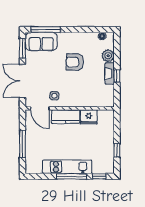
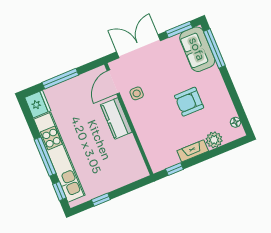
armchair: (75, 62) -> (189, 102), turned -90
window: (117, 76) -> (174, 169), moved
fridge: (89, 117) -> (38, 104), moved, turned 180
kitchen unit: (67, 167) -> (59, 157), width x1.36

